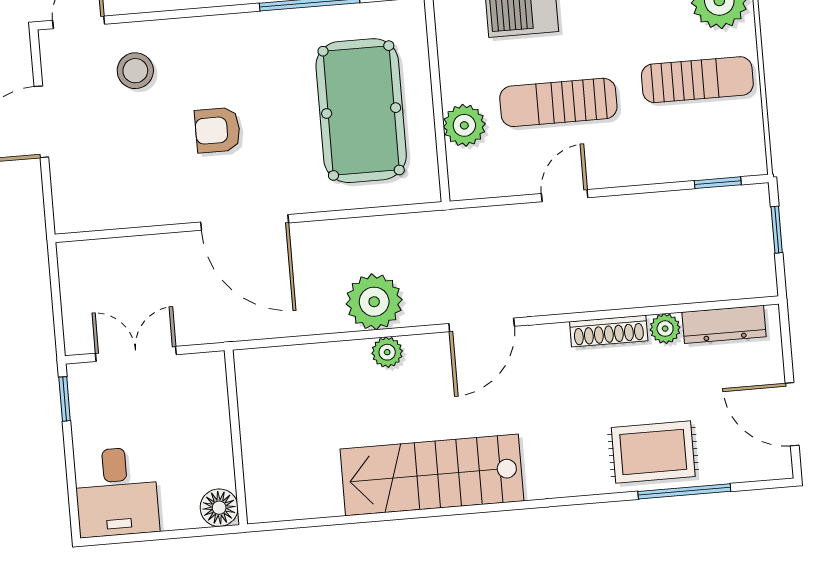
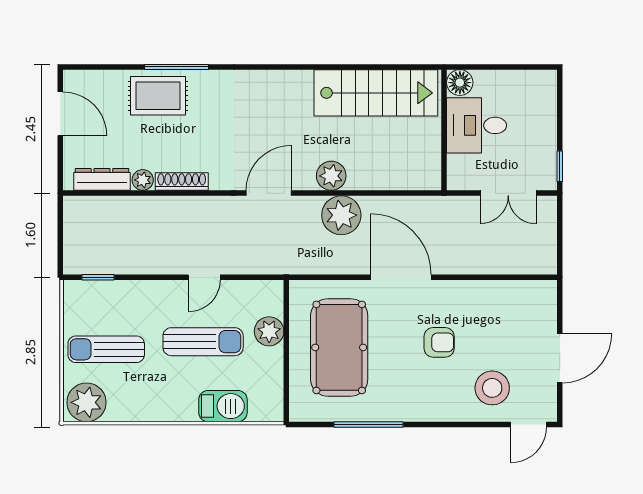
stool: (135, 71) -> (492, 388), width x1.38, depth x1.38
door: (245, 222) -> (401, 277), moved
window: (777, 230) -> (60, 242), removed
plant: (387, 352) -> (331, 176), width x1.38, depth x1.38
stairs: (432, 475) -> (376, 93), moved
window: (684, 491) -> (177, 67), moved
desk: (116, 492) -> (477, 125), moved, turned -90

